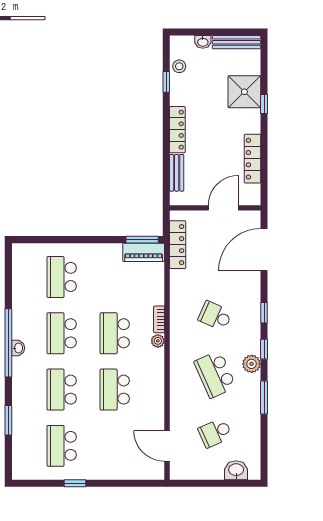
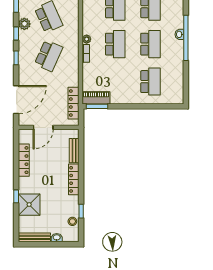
school desk: (215, 316) -> (49, 56), width x1.85

